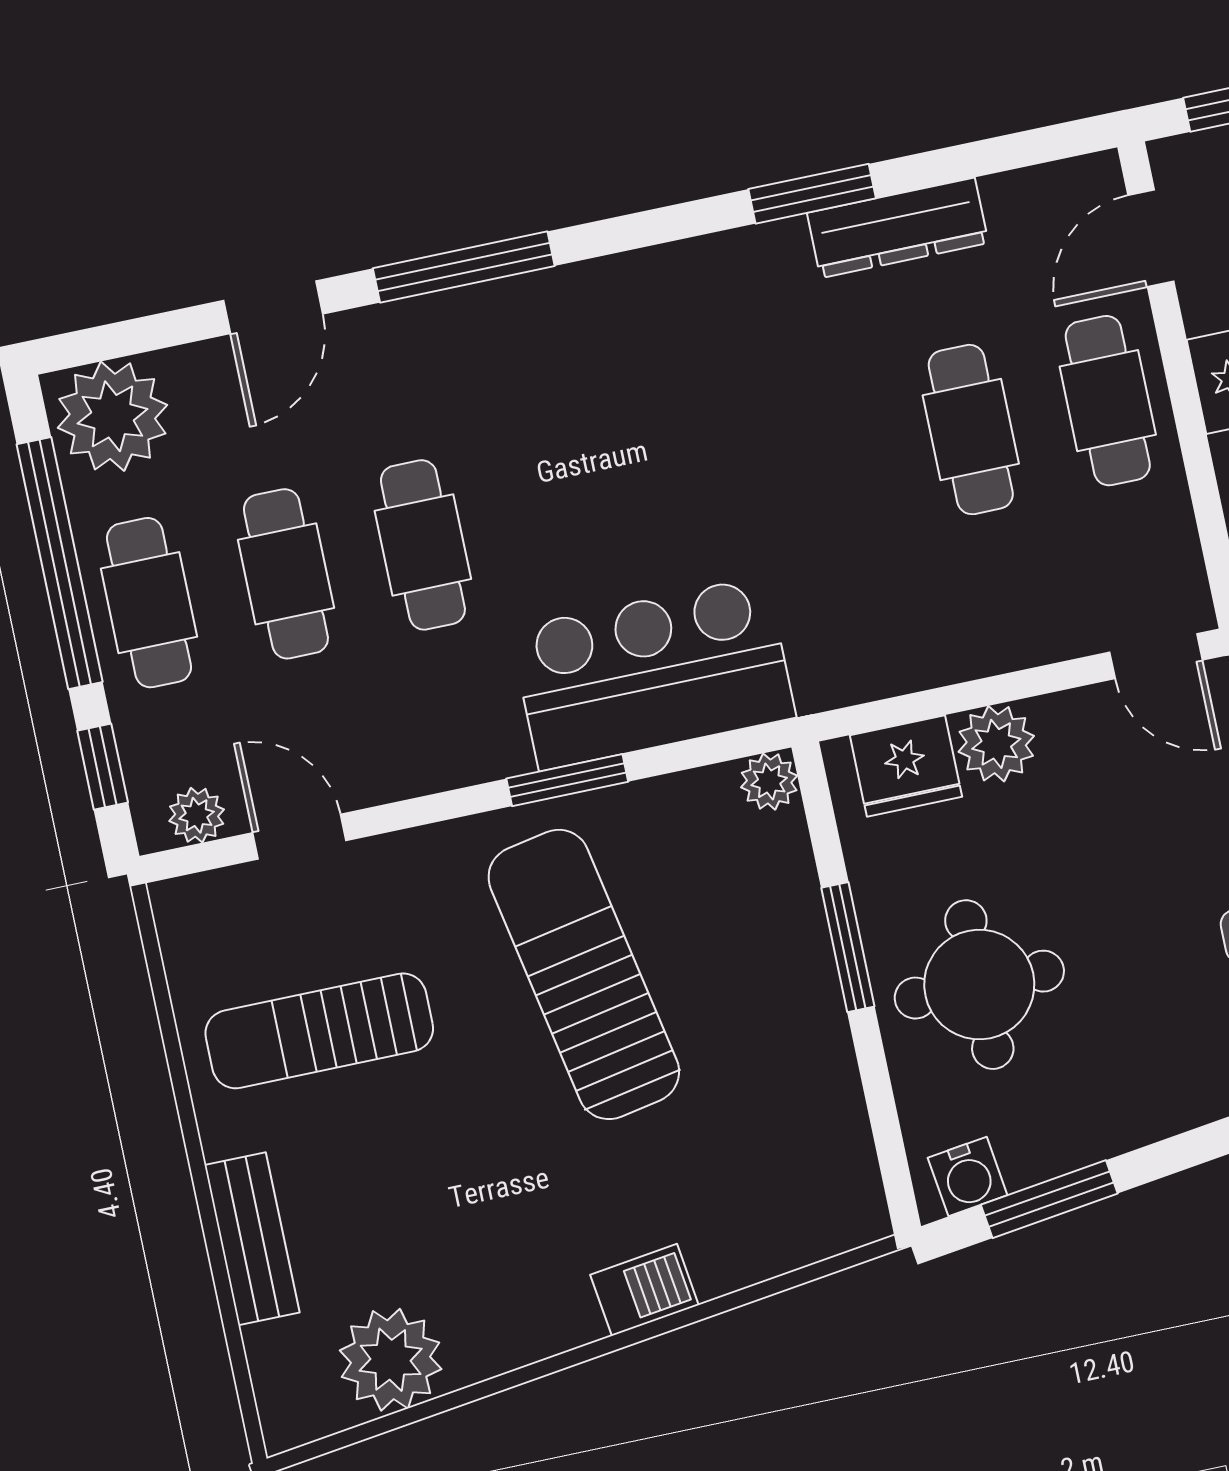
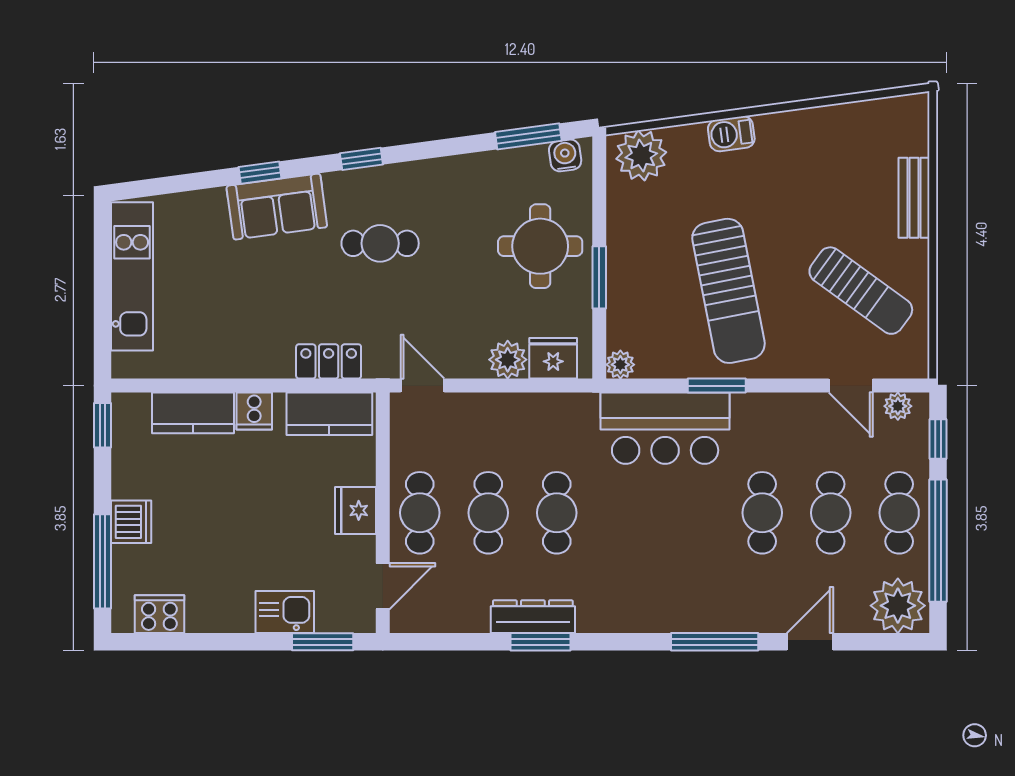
dresser: (898, 228) -> (533, 617), moved
cafe table: (834, 458) -> (557, 513), added
sun lounger: (319, 1031) -> (861, 291), turned 36
plant: (391, 1360) -> (641, 155), moved

